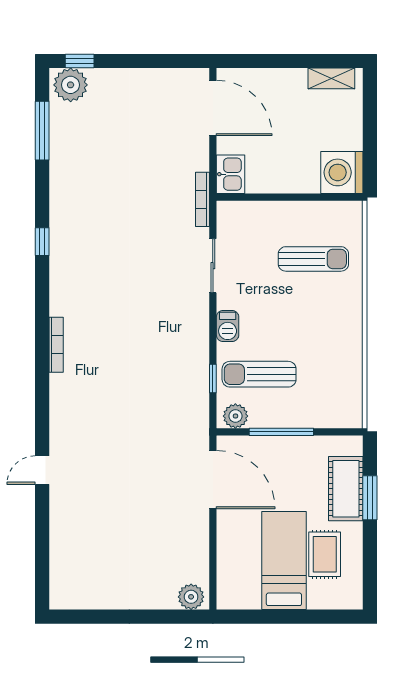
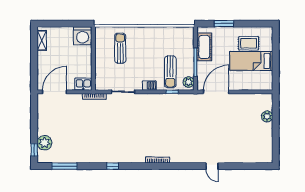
plant: (71, 85) -> (45, 143), moved
cot: (346, 489) -> (204, 47), moved, turned 90
plant: (191, 597) -> (267, 116), moved

